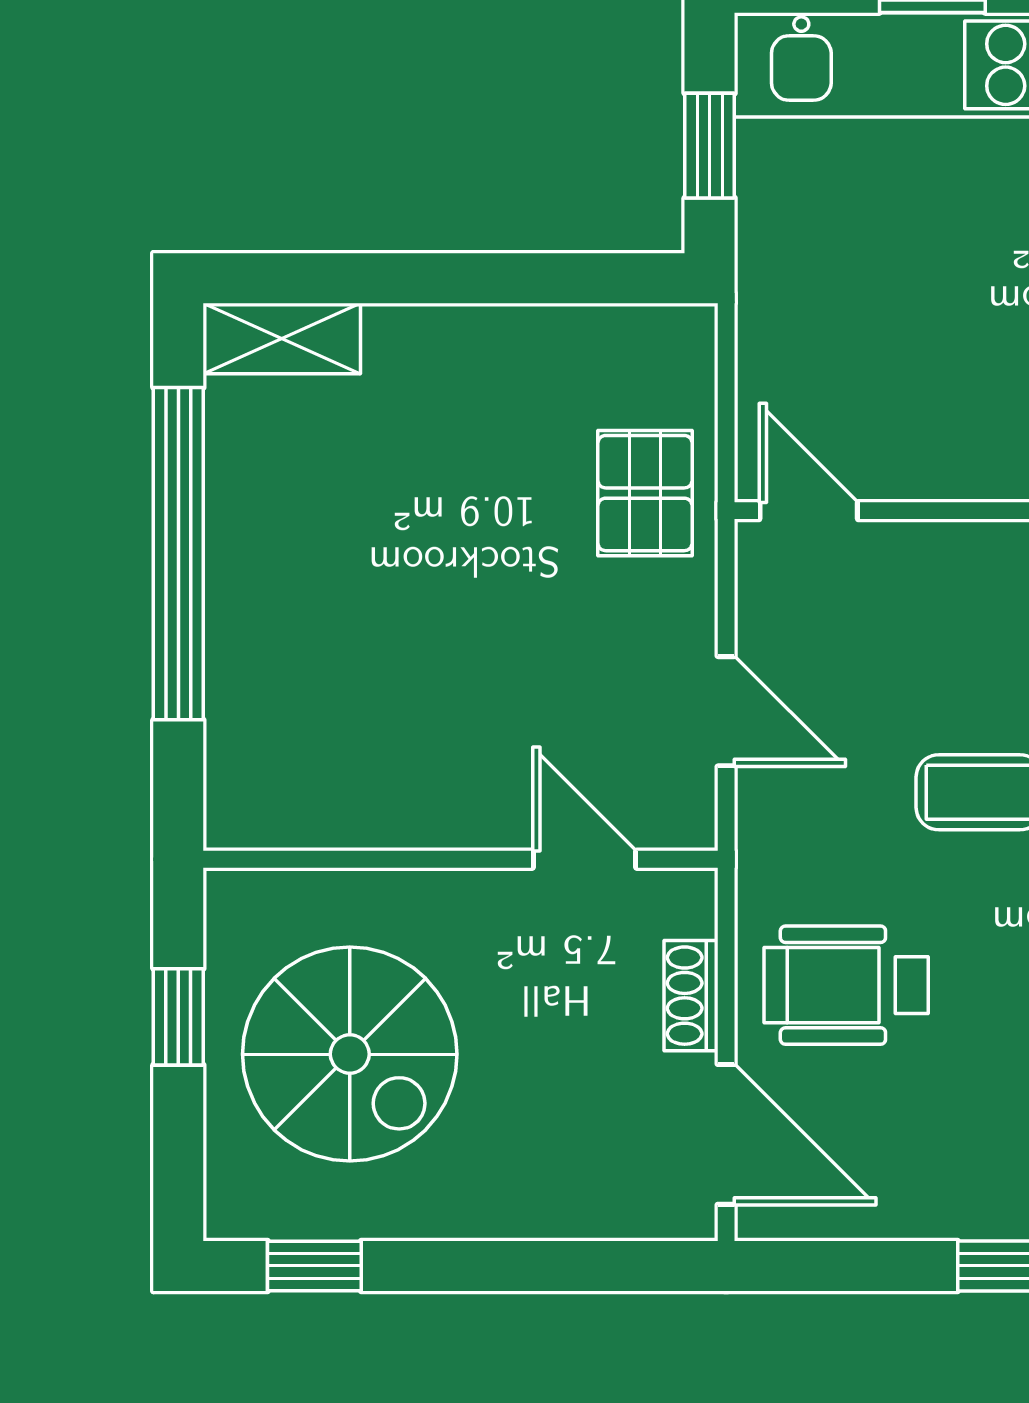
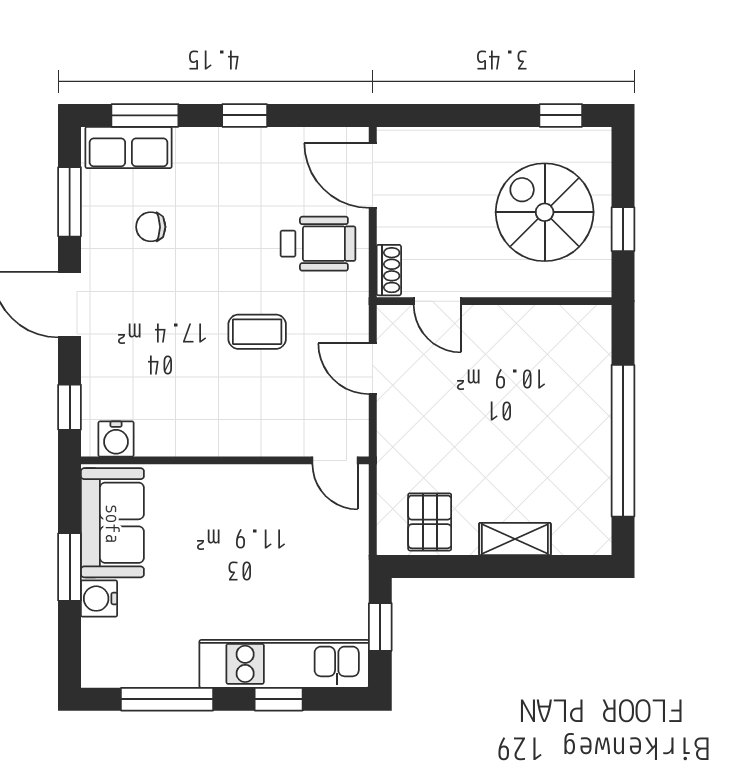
shelving: (282, 338) -> (515, 539), moved
pallet: (645, 493) -> (430, 522), moved
shoe rack: (691, 996) -> (389, 270), moved

